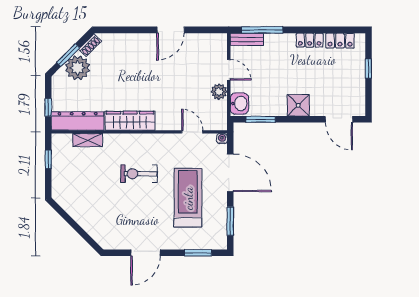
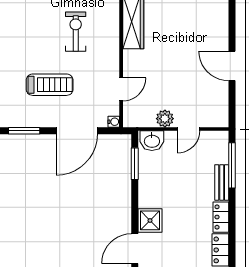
bench: (247, 39) -> (222, 182), moved
shower: (298, 105) -> (150, 220), moved
treadmill: (188, 198) -> (50, 85), width x0.73, depth x0.73

